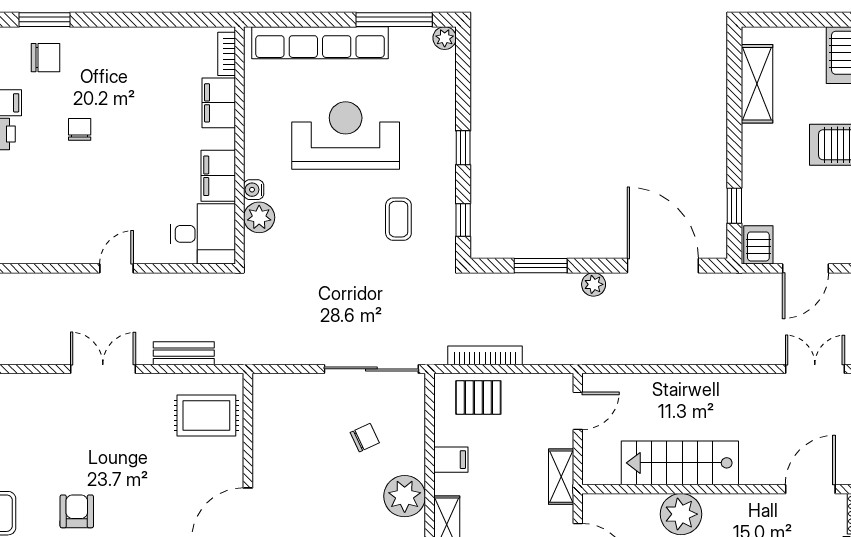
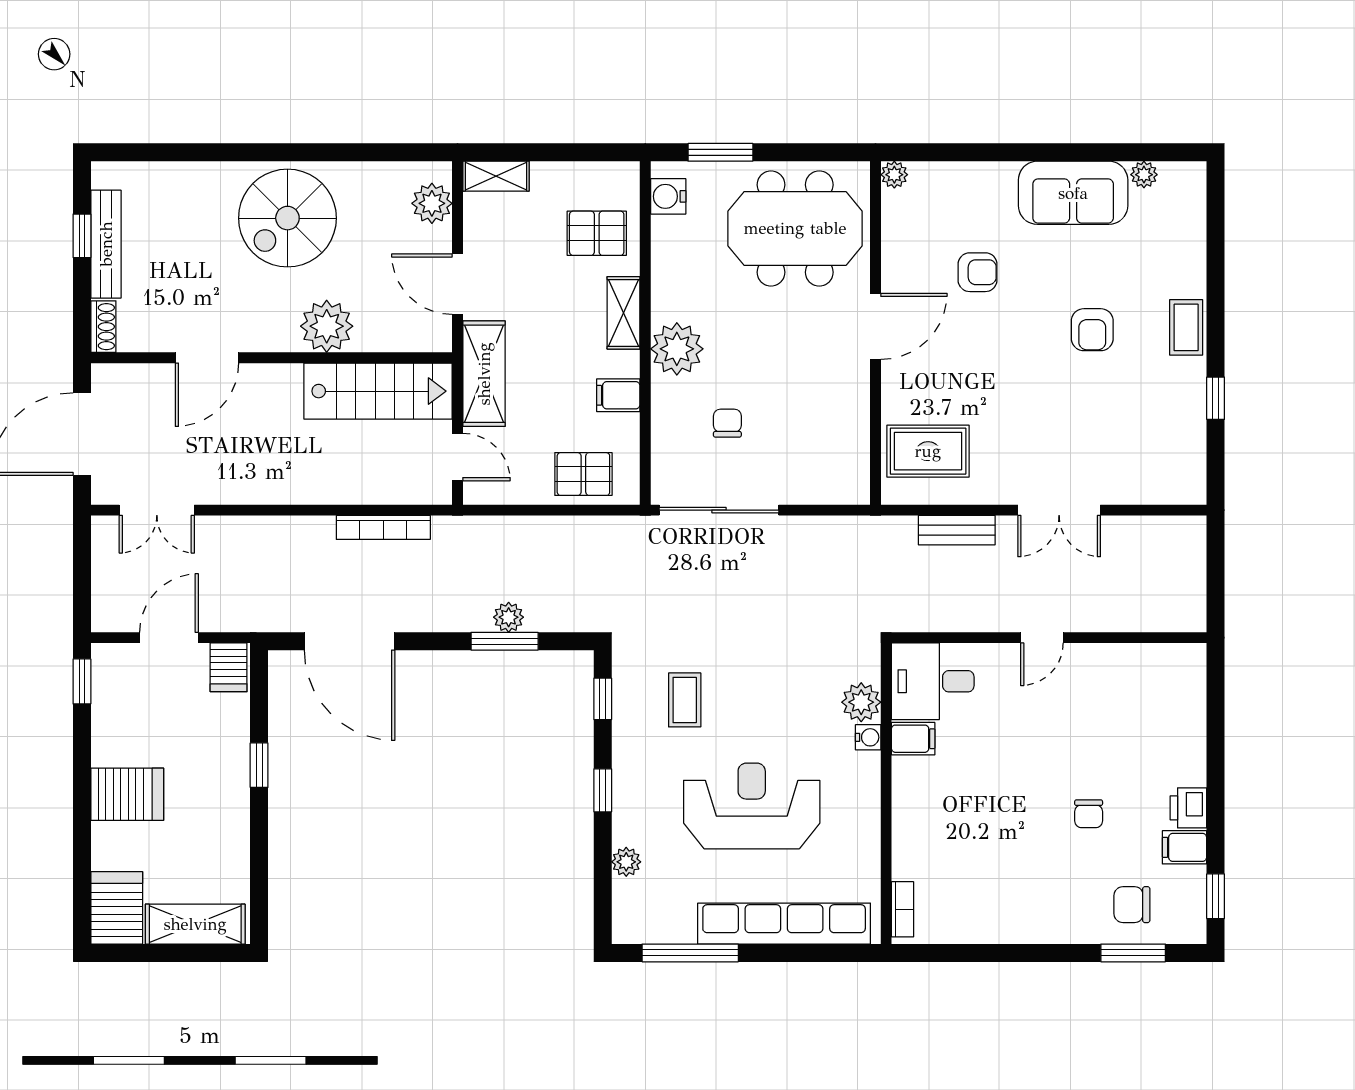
plant: (445, 38) -> (626, 862), moved
shelving: (757, 84) -> (195, 924), moved, turned 90
filing cabinet: (219, 103) -> (912, 847), removed
reception desk: (346, 135) -> (752, 806), turned 180
filing cabinet: (218, 176) -> (913, 739), width x0.50
window: (734, 206) -> (259, 765), moved
plant: (594, 284) -> (509, 617), moved
bookcase: (485, 355) -> (383, 527), moved
door: (578, 411) -> (457, 457), swing flipped
chair: (365, 438) -> (727, 423), turned 115
stairs: (680, 463) -> (378, 391), moved
shelving: (561, 477) -> (484, 374), width x1.50, depth x1.33
door: (810, 489) -> (207, 358), moved

